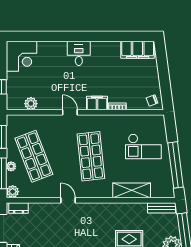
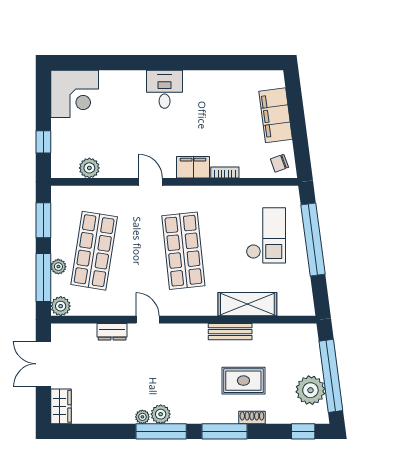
filing cabinet: (138, 50) -> (276, 115), moved, turned 83
checkout: (143, 146) -> (266, 235), turned -90
shop shelf: (34, 156) -> (94, 251), turned 30
window: (176, 165) -> (313, 239), moved
dresser: (19, 208) -> (112, 332), moved
bench: (161, 208) -> (230, 332), moved

